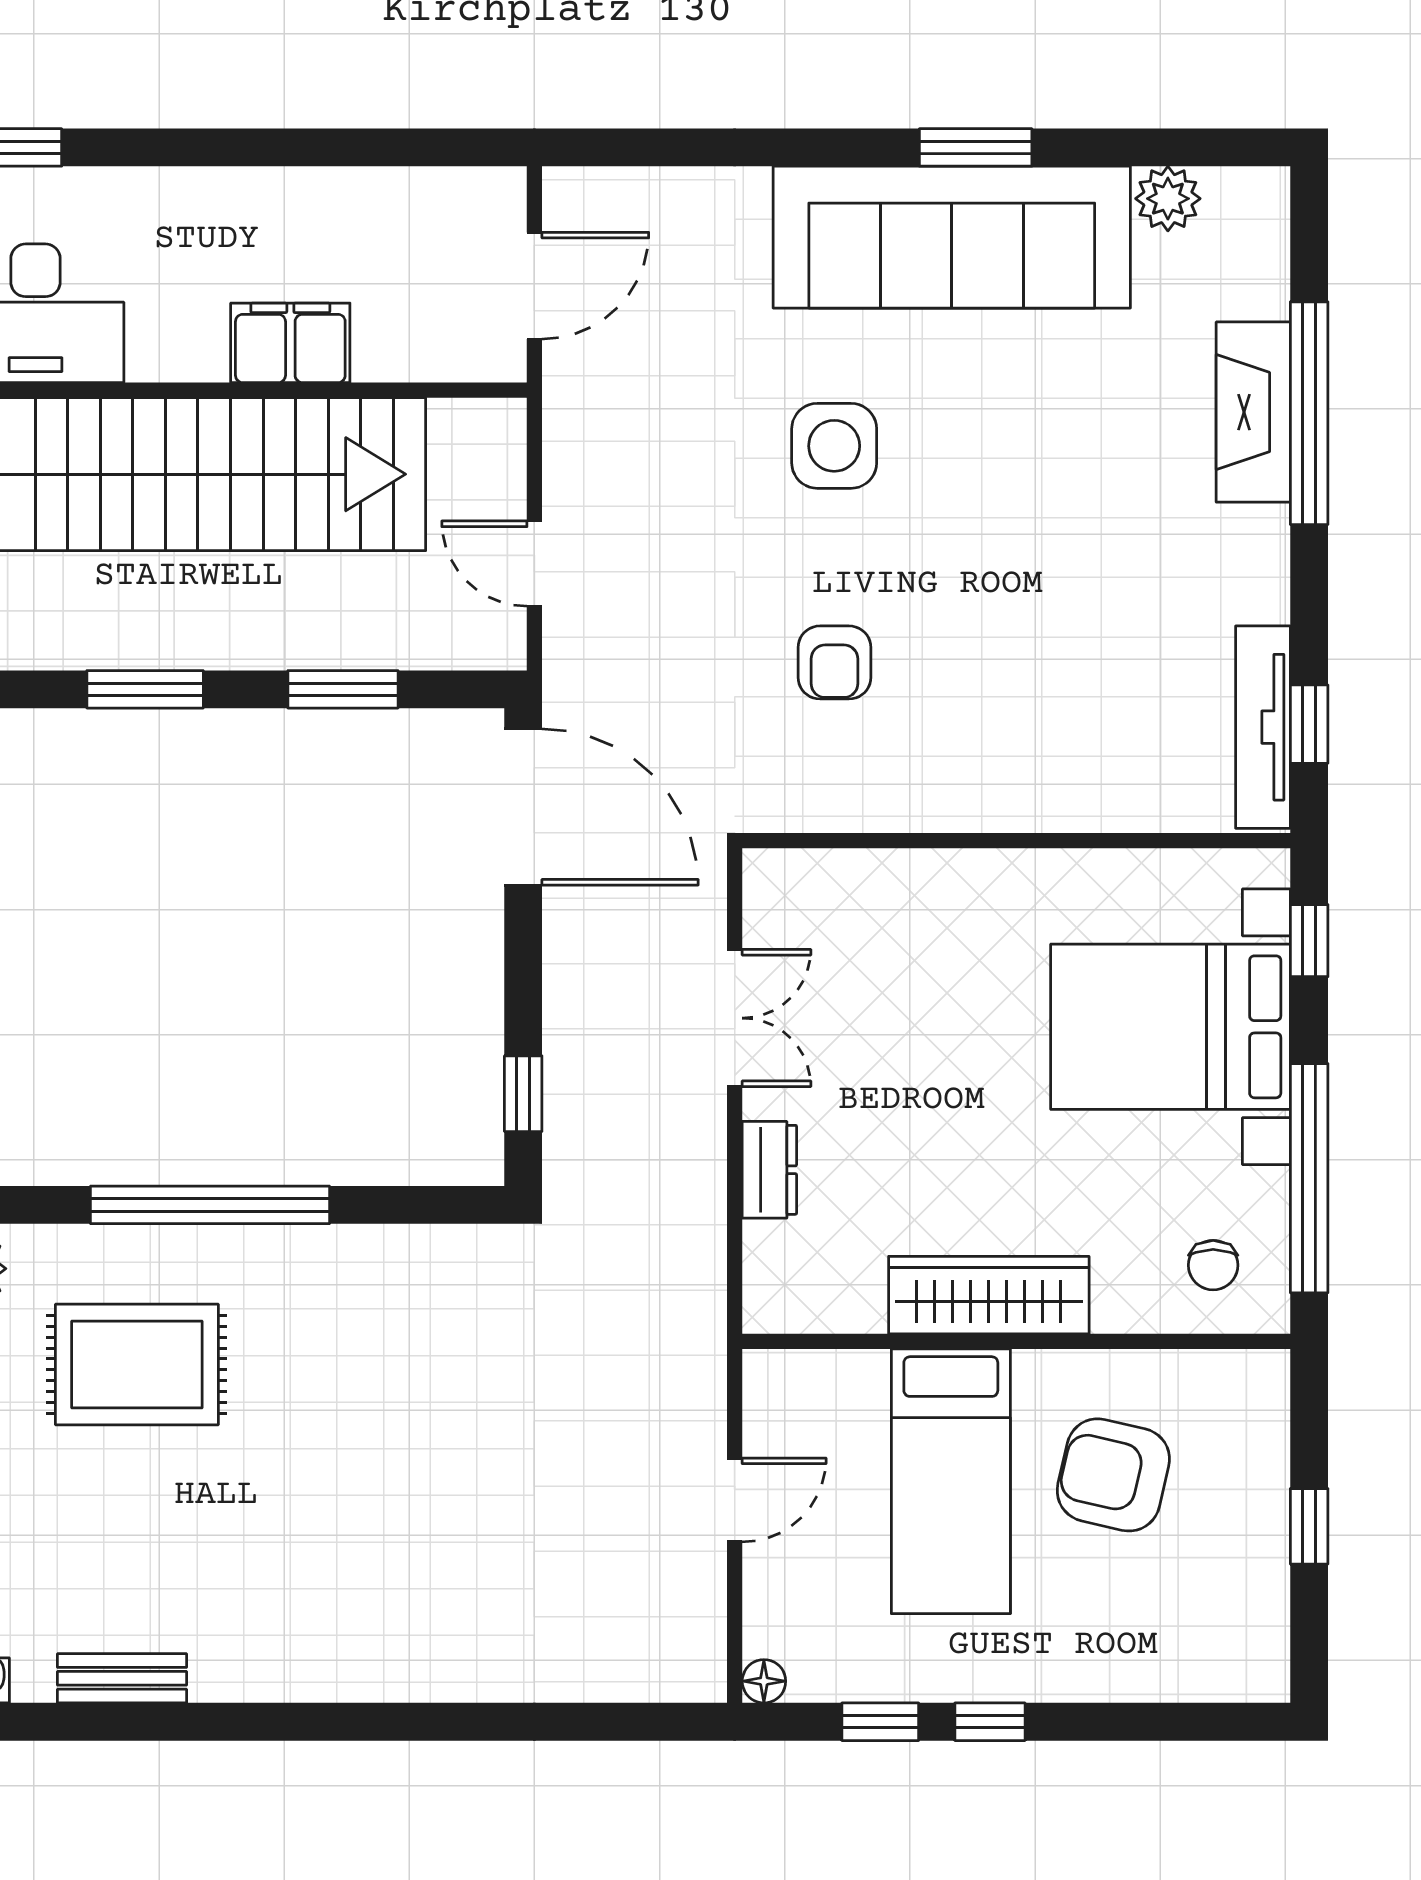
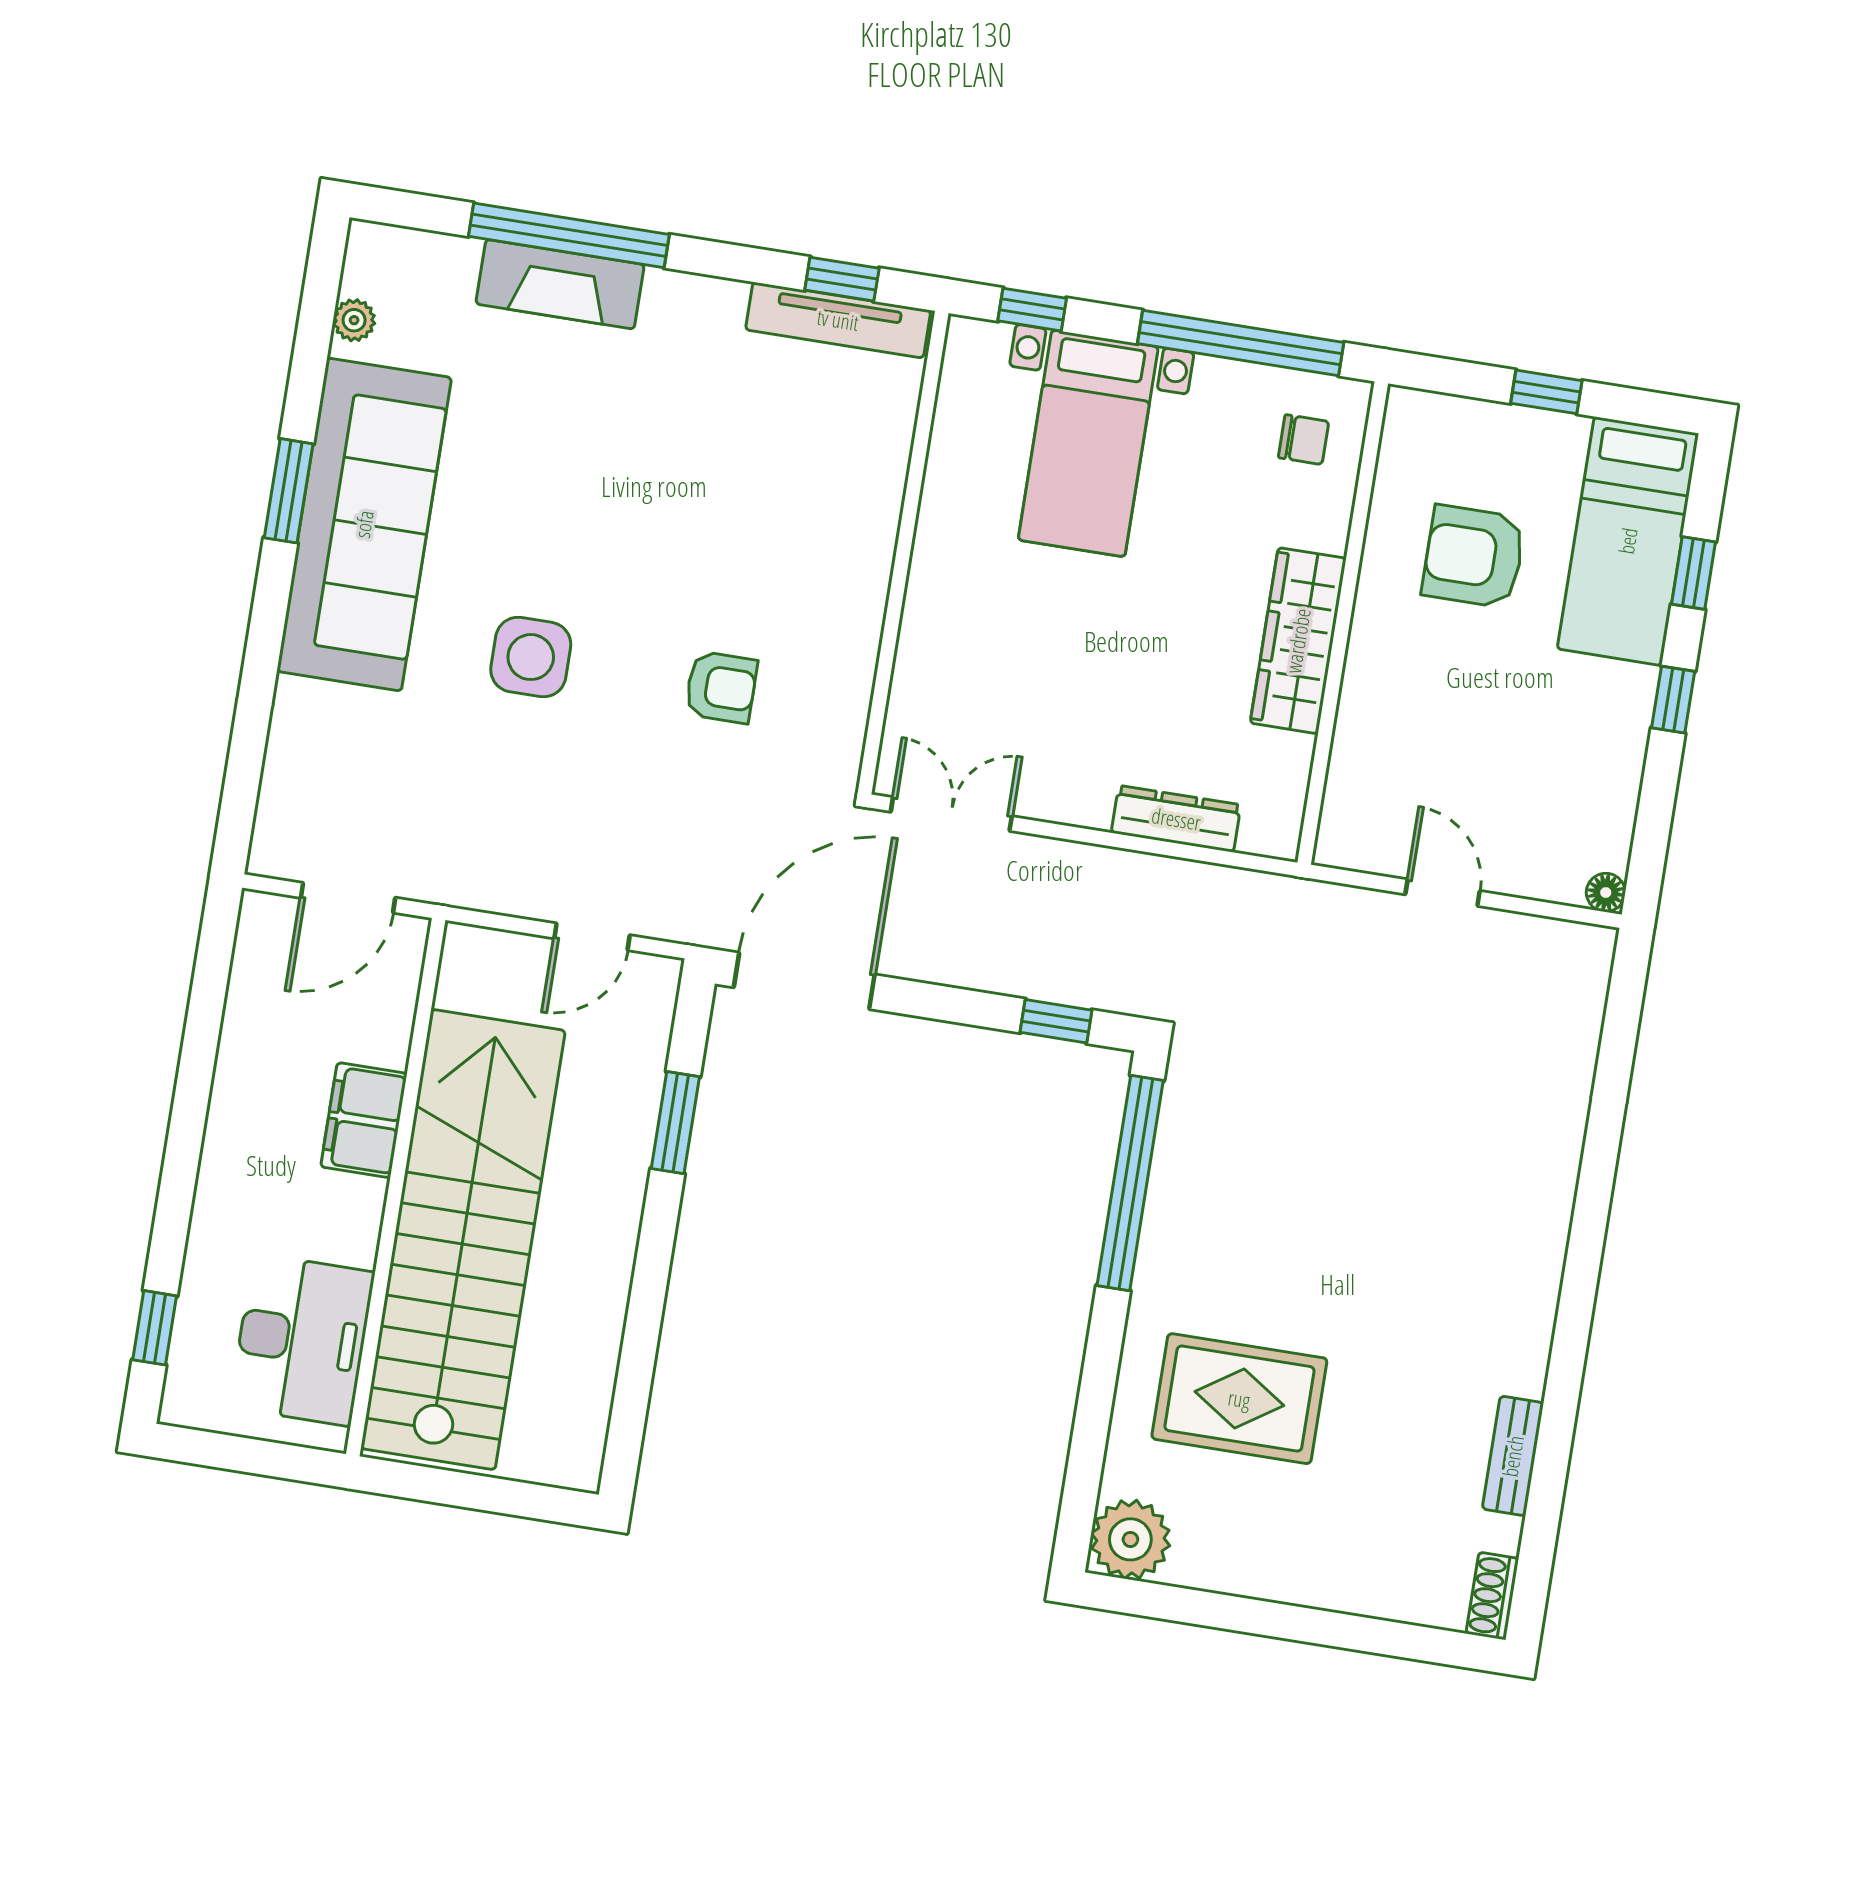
plant: (1168, 199) -> (354, 320), width x0.73, depth x0.73
door: (534, 286) -> (348, 898), swing flipped
window: (145, 689) -> (648, 1296), removed
double door: (735, 1018) -> (951, 814), moved
bed with nightstands: (1171, 1027) -> (1088, 443), width x0.73
dresser: (769, 1170) -> (1176, 819), width x1.44
window: (210, 1205) -> (1130, 1183), moved
rug: (137, 1364) -> (1239, 1399), turned 90
armchair: (1113, 1475) -> (1474, 557), turned 77
bed: (951, 1481) -> (1628, 541), moved, turned 90
window: (880, 1722) -> (1693, 573), moved

